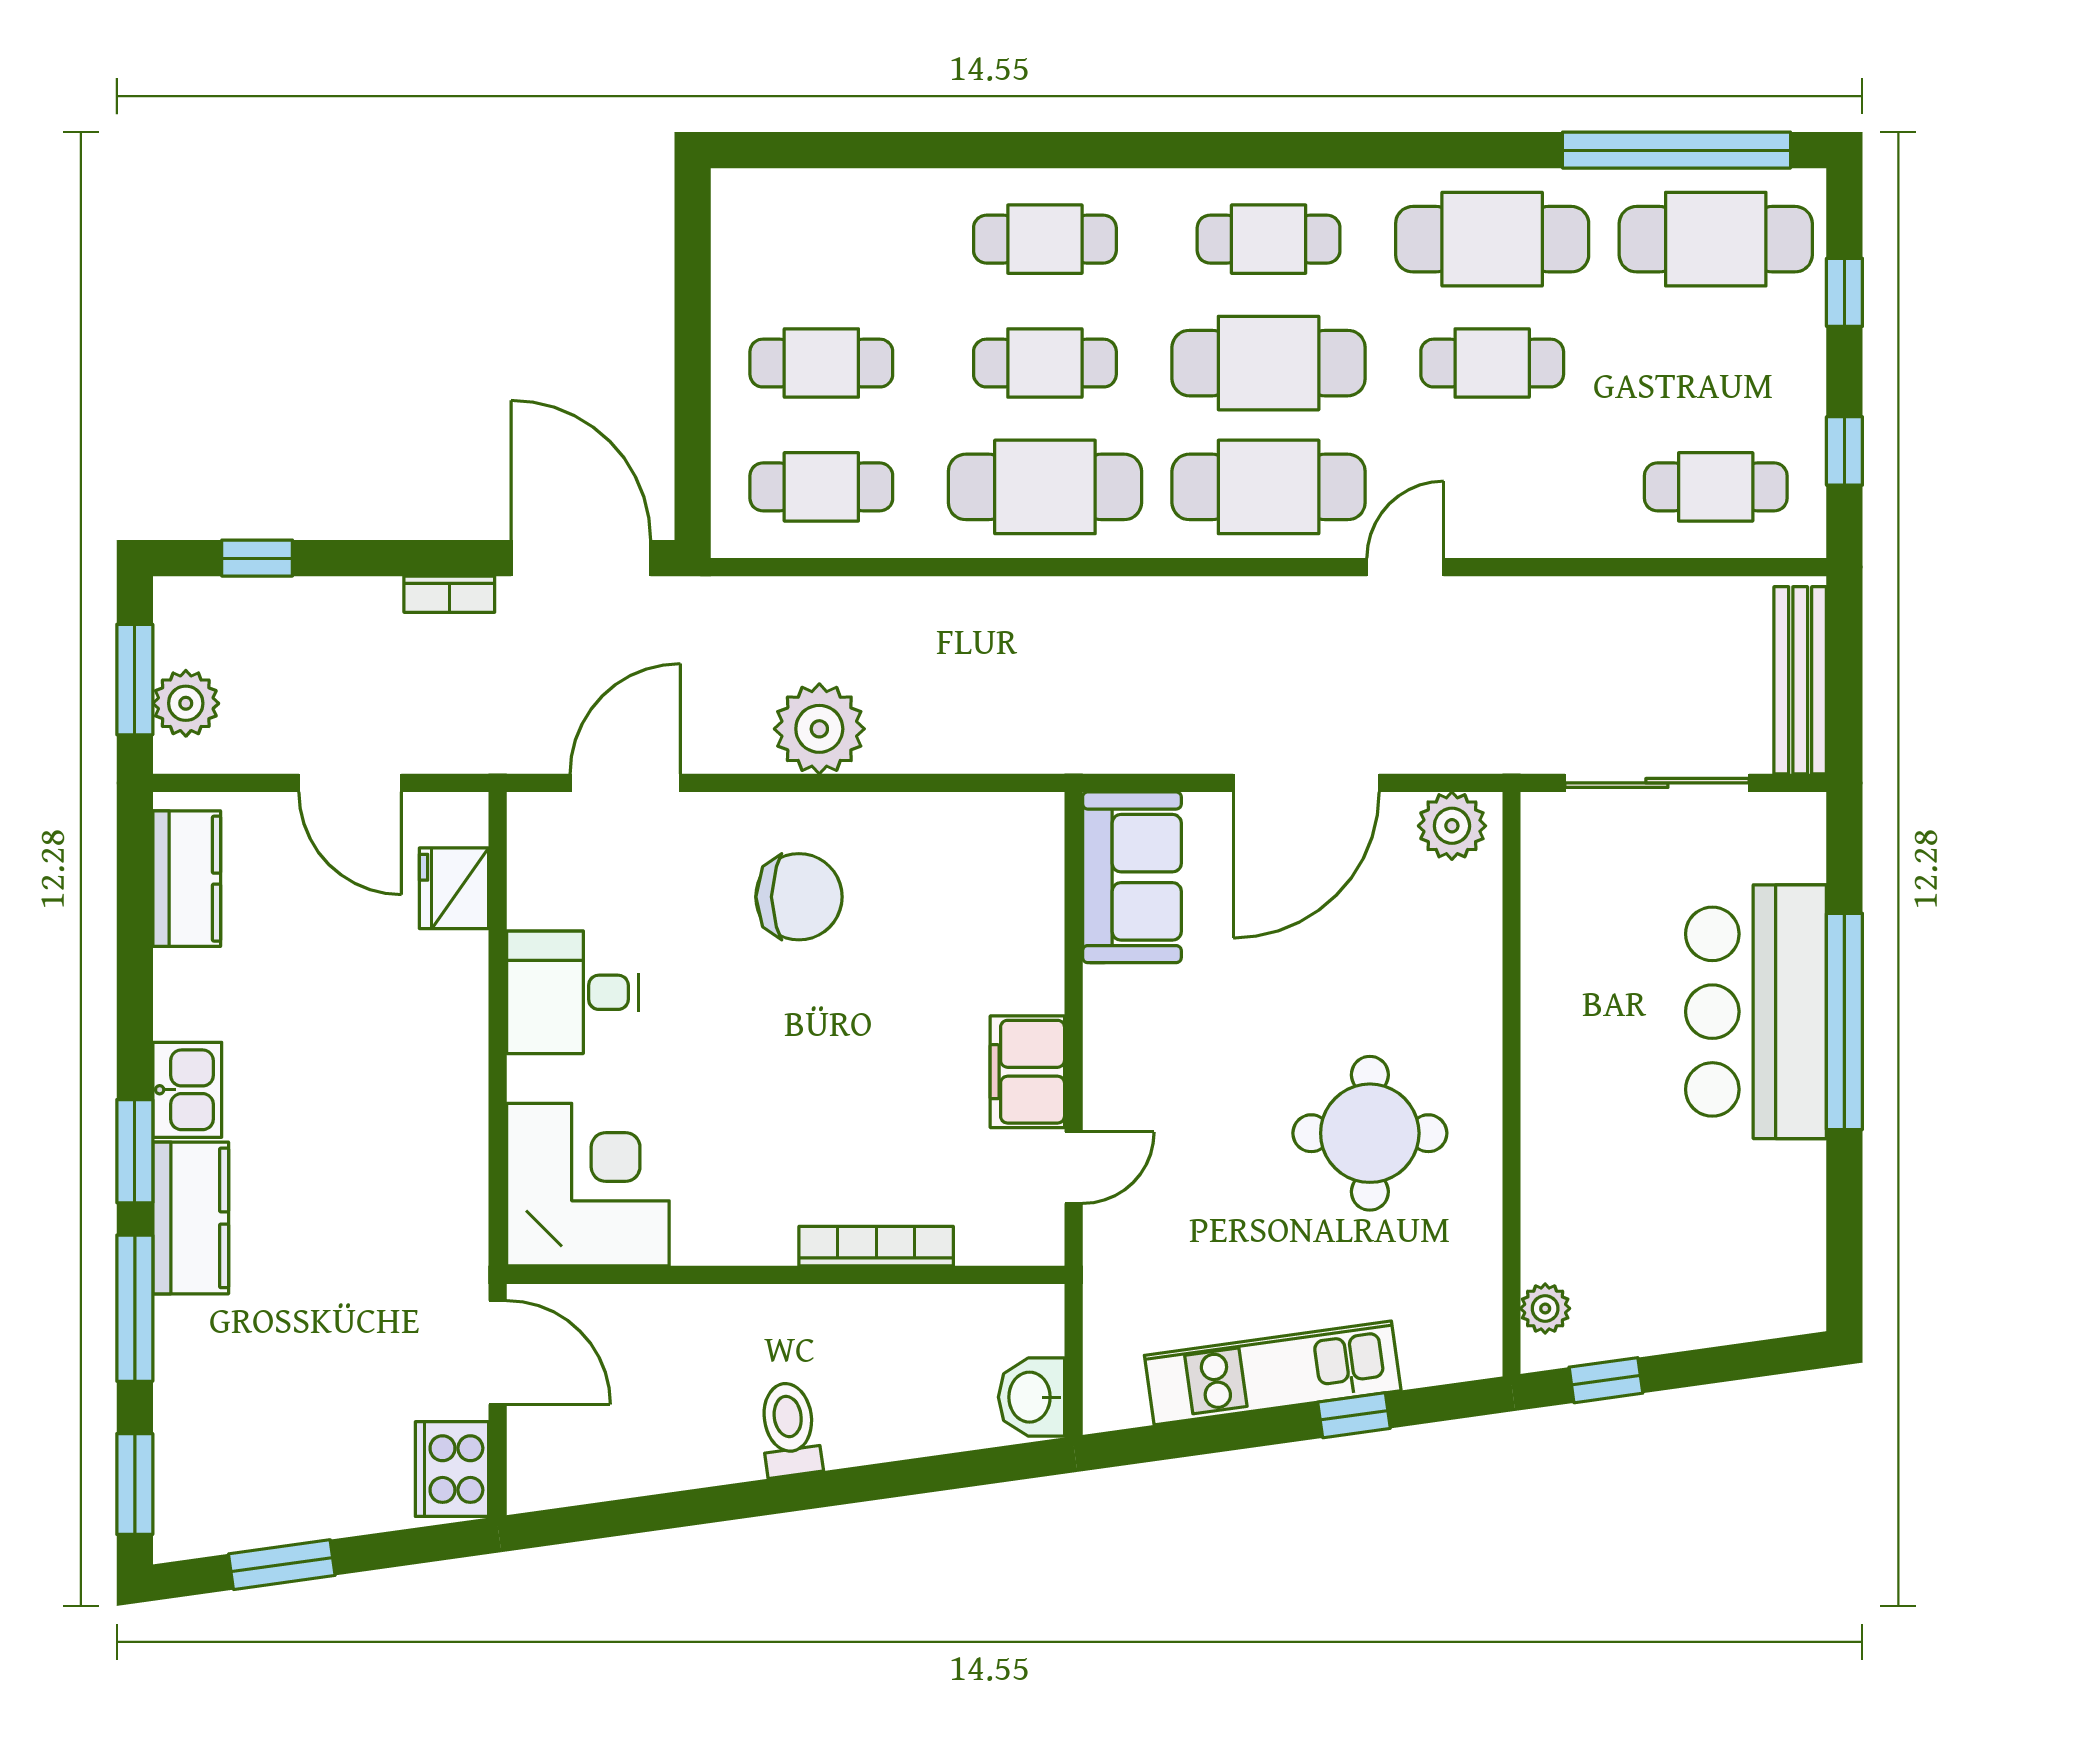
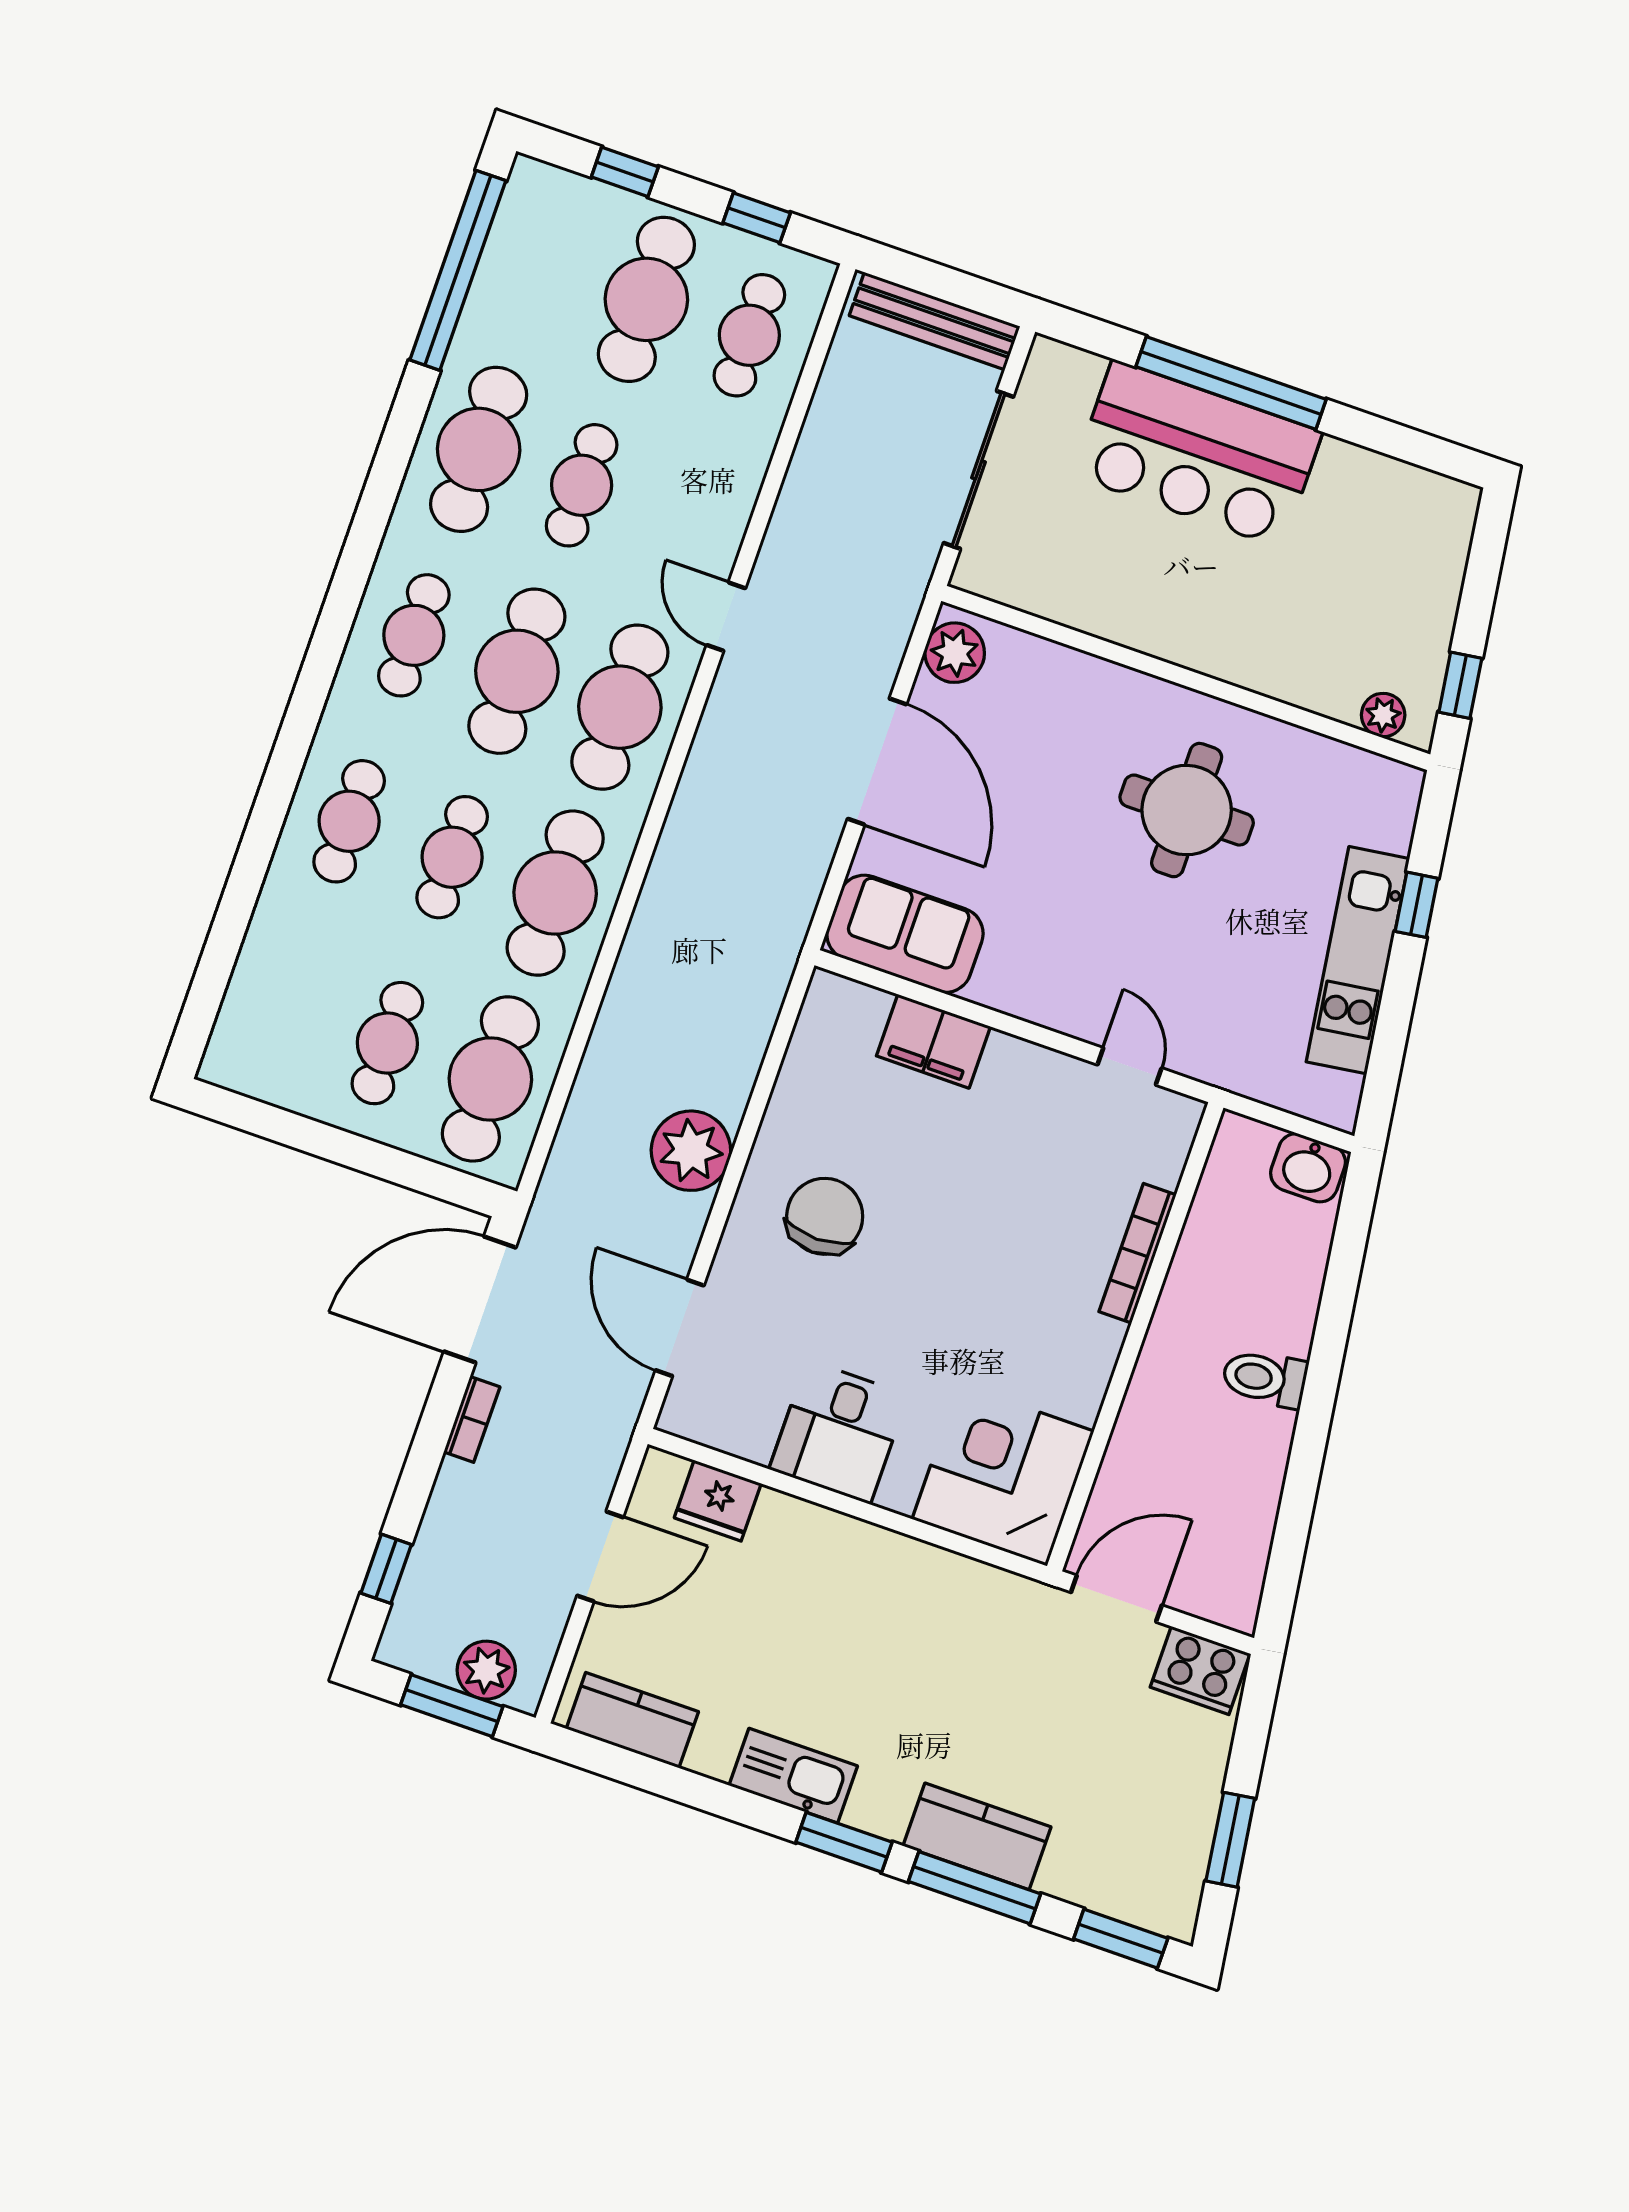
cafe table: (1716, 239) -> (646, 299), moved
cafe table: (821, 487) -> (490, 1079), width x1.37, depth x1.35
filing cabinet: (1027, 1072) -> (933, 1041), moved
kitchen sink: (187, 1090) -> (793, 1776), width x1.38
kitchen counter: (191, 1218) -> (977, 1836), moved

